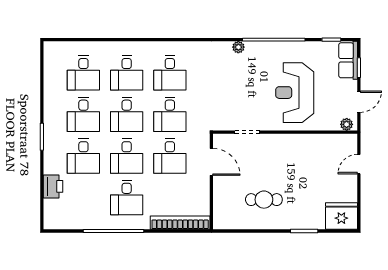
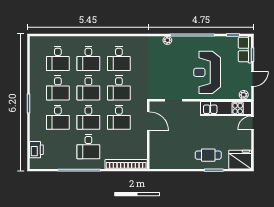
kitchen unit: (321, 144) -> (226, 109), added
printer: (53, 186) -> (36, 150), moved
cafe table: (264, 200) -> (208, 155), moved

